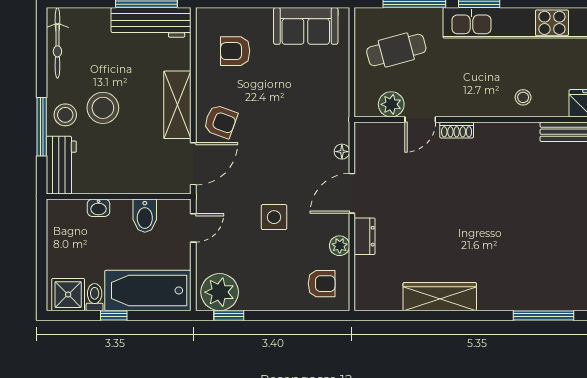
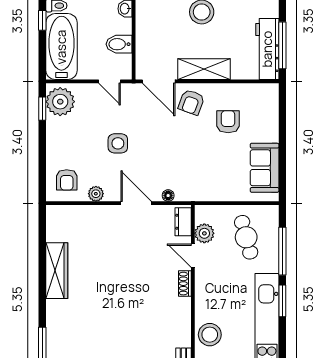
armchair: (235, 51) -> (228, 122), moved
stool: (523, 97) -> (210, 335), width x1.89, depth x1.89
dresser: (365, 236) -> (183, 222), moved, turned 90

